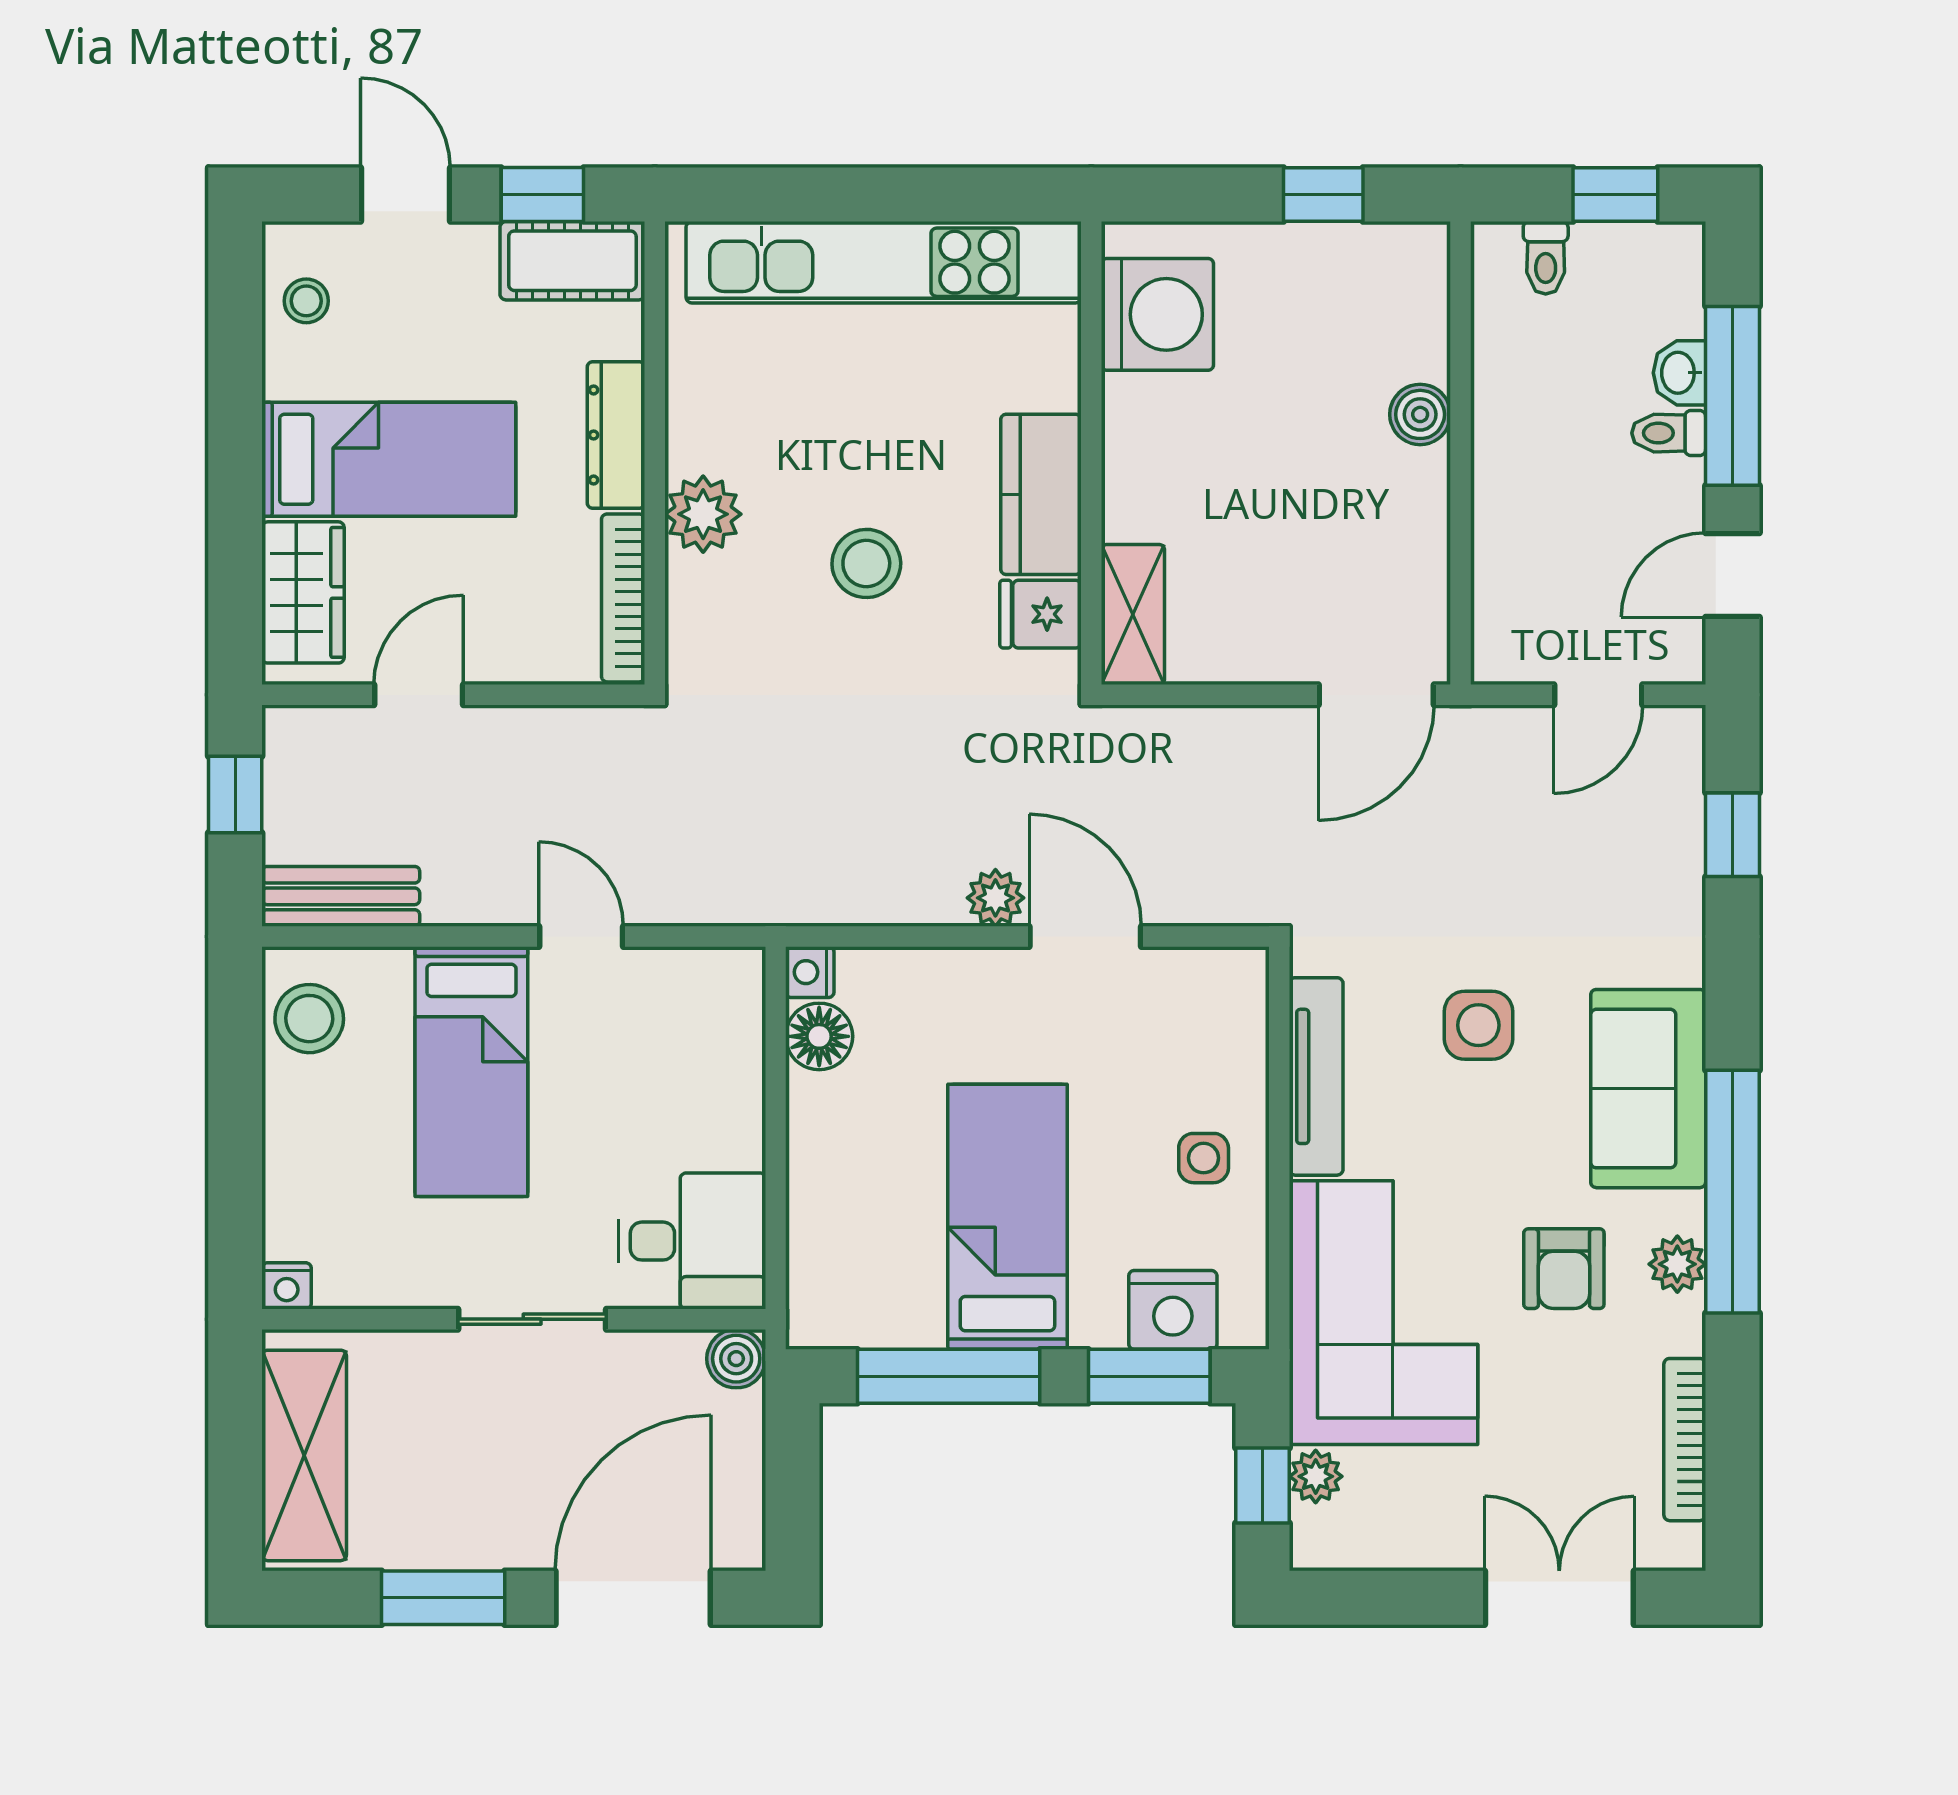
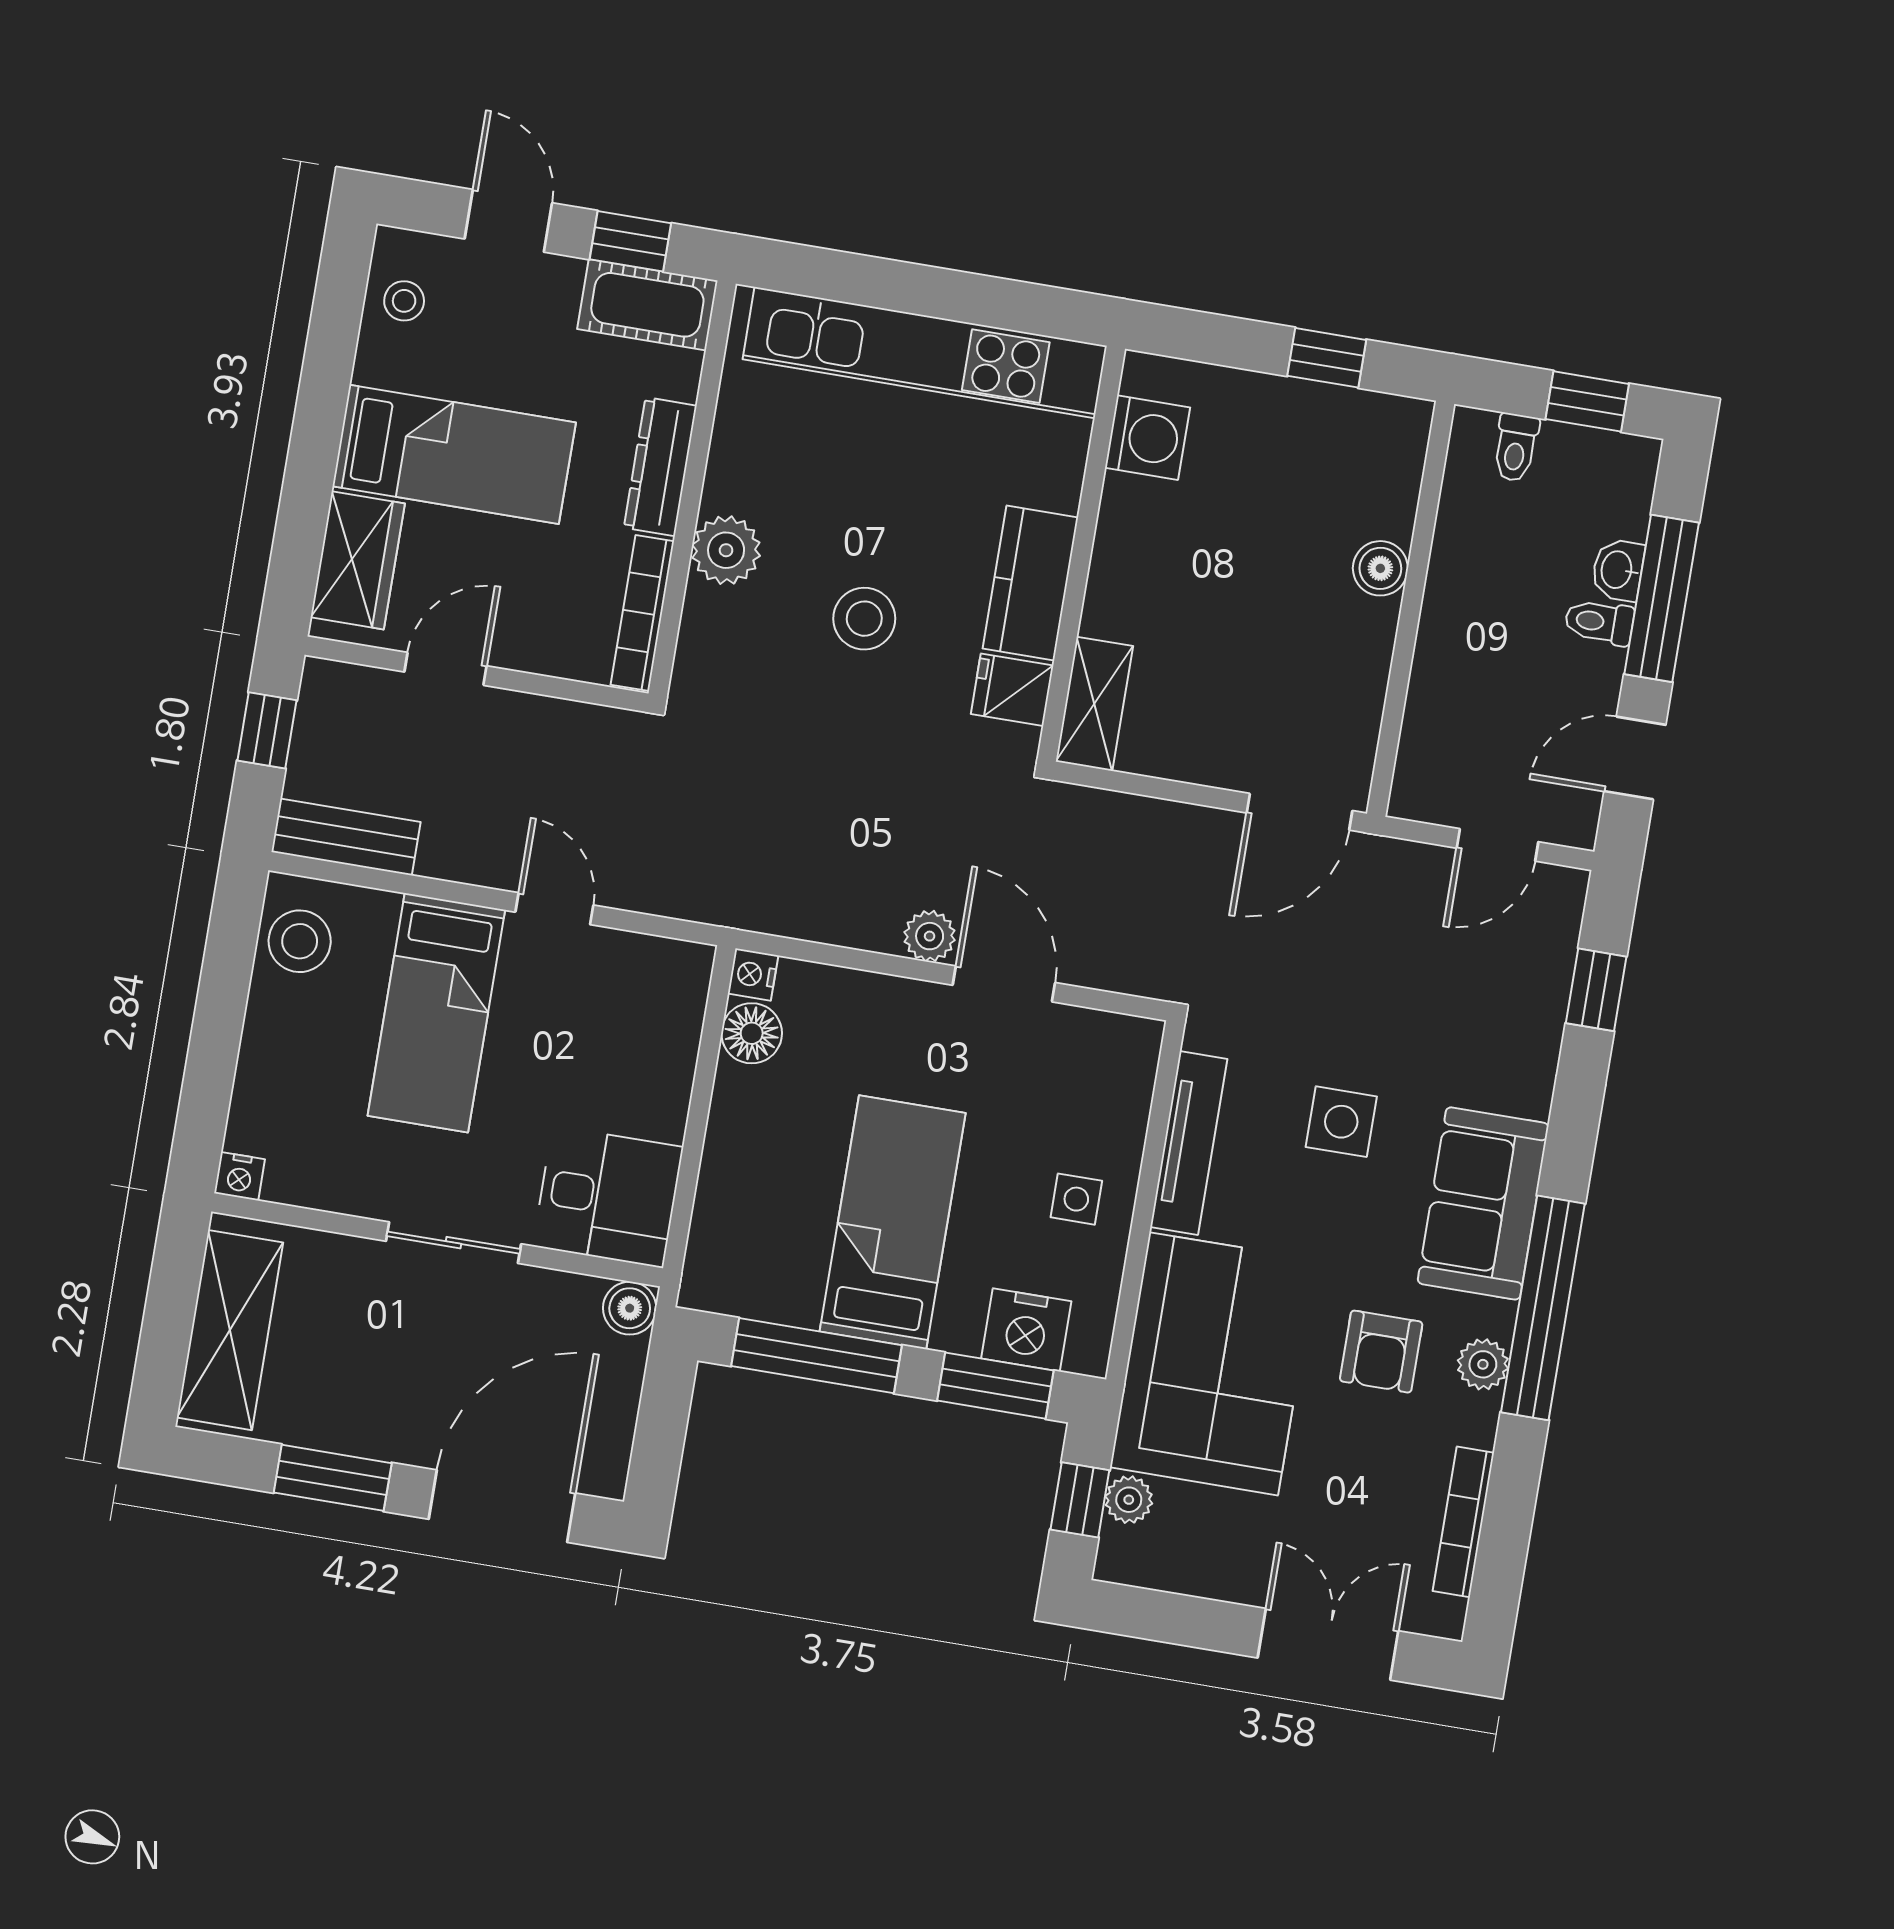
washing machine: (1157, 314) -> (1147, 438), width x0.73, depth x0.73

